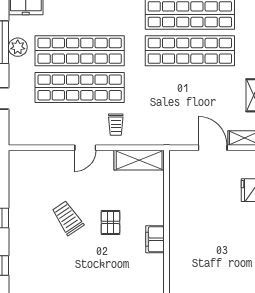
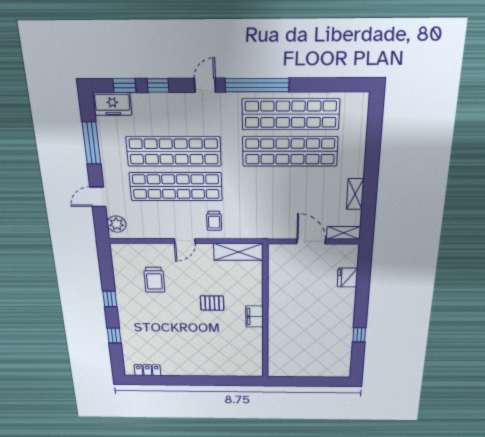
plant: (18, 47) -> (117, 224), moved
trolley: (68, 218) -> (154, 280), moved, turned -146
pallet: (110, 222) -> (212, 303), turned 90

